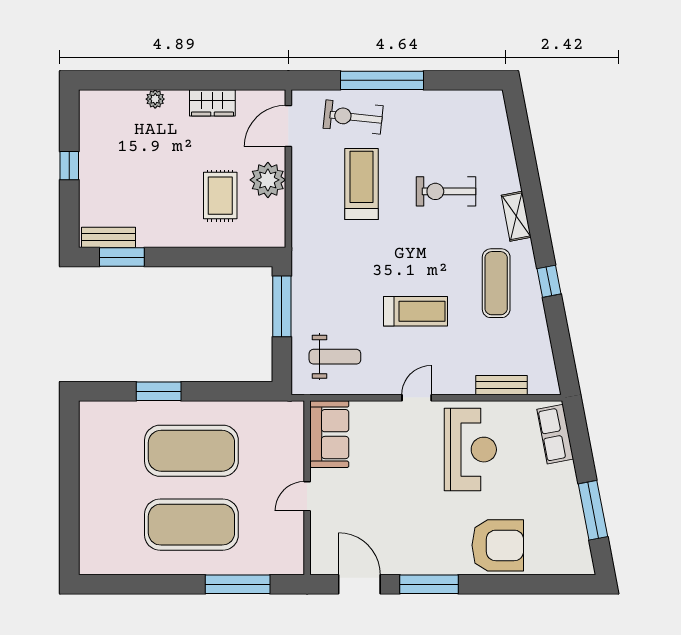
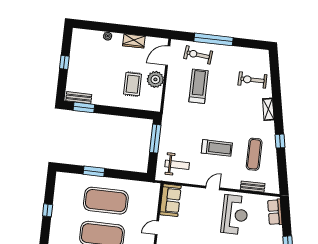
exercise bike: (446, 191) -> (252, 80), moved
exercise mat: (496, 283) -> (254, 154), moved
window: (69, 485) -> (48, 210), added

